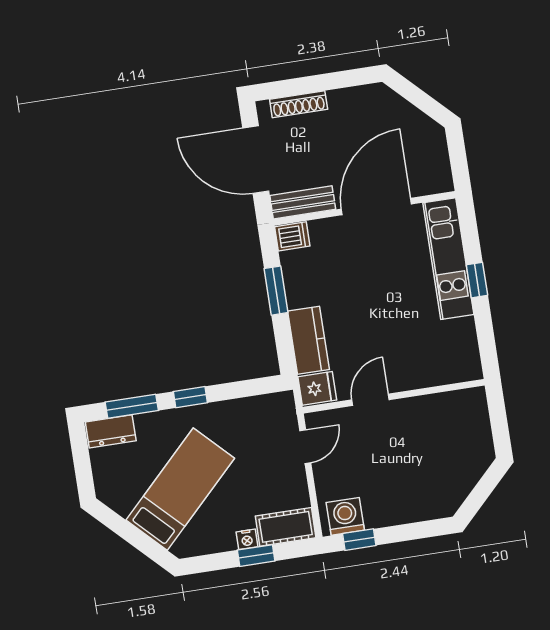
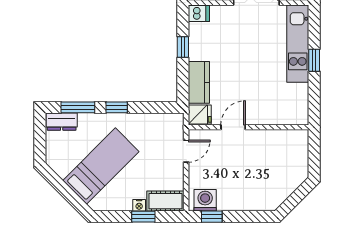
window: (276, 291) -> (183, 47), width x0.67

